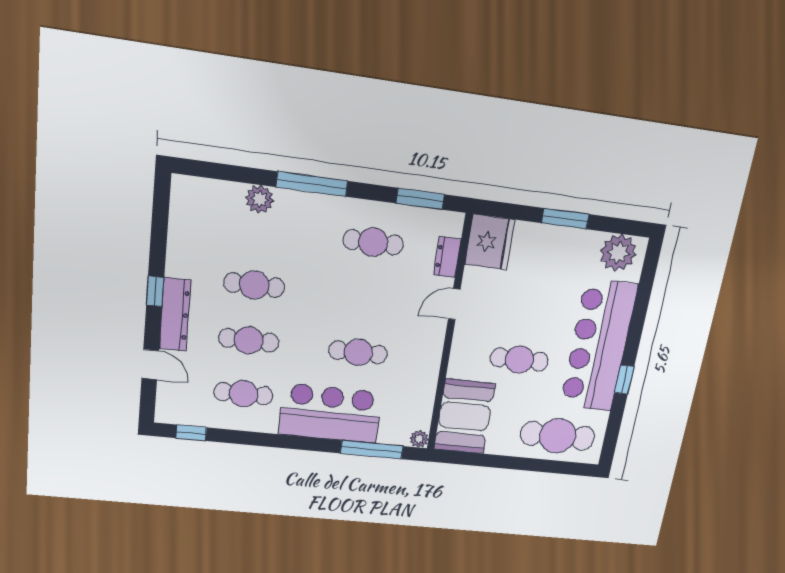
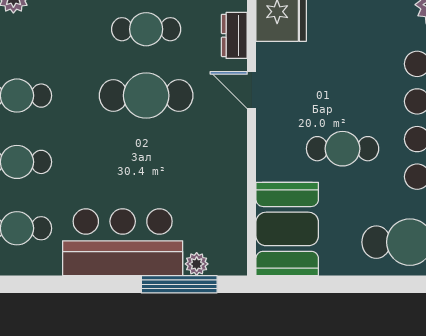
door: (454, 304) -> (252, 90), hinge flipped
cafe table: (358, 352) -> (146, 96), moved, width x1.37, depth x1.35
plant: (419, 439) -> (197, 264), moved

